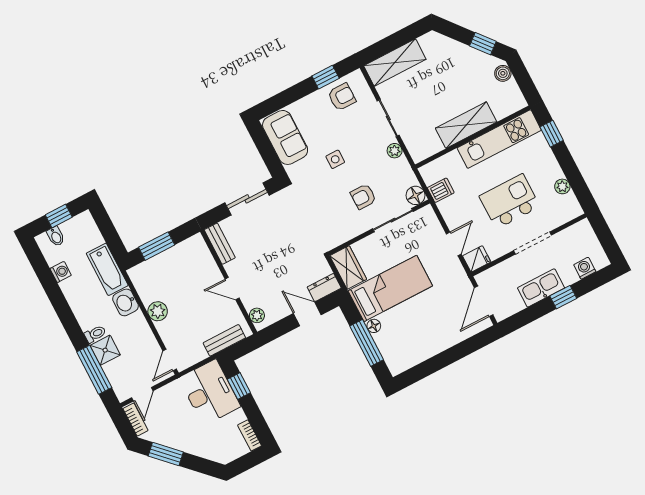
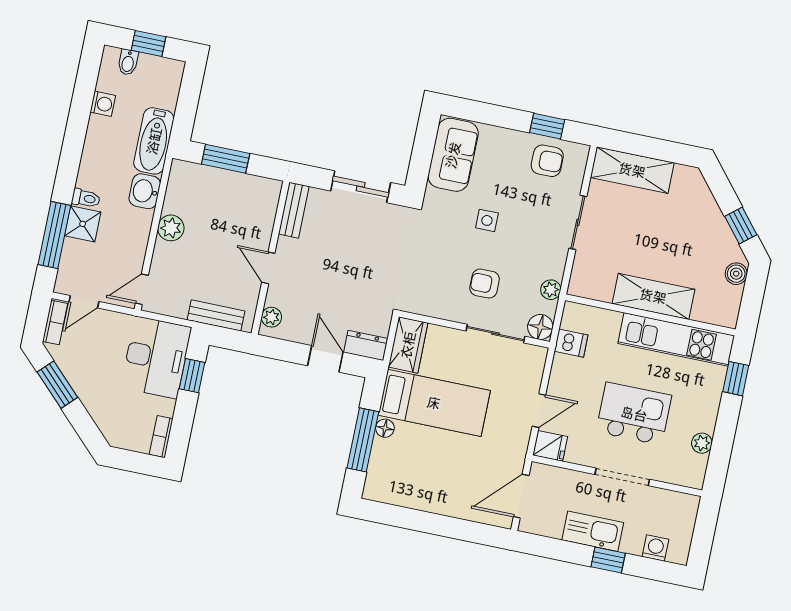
plant: (395, 151) -> (551, 290), moved

